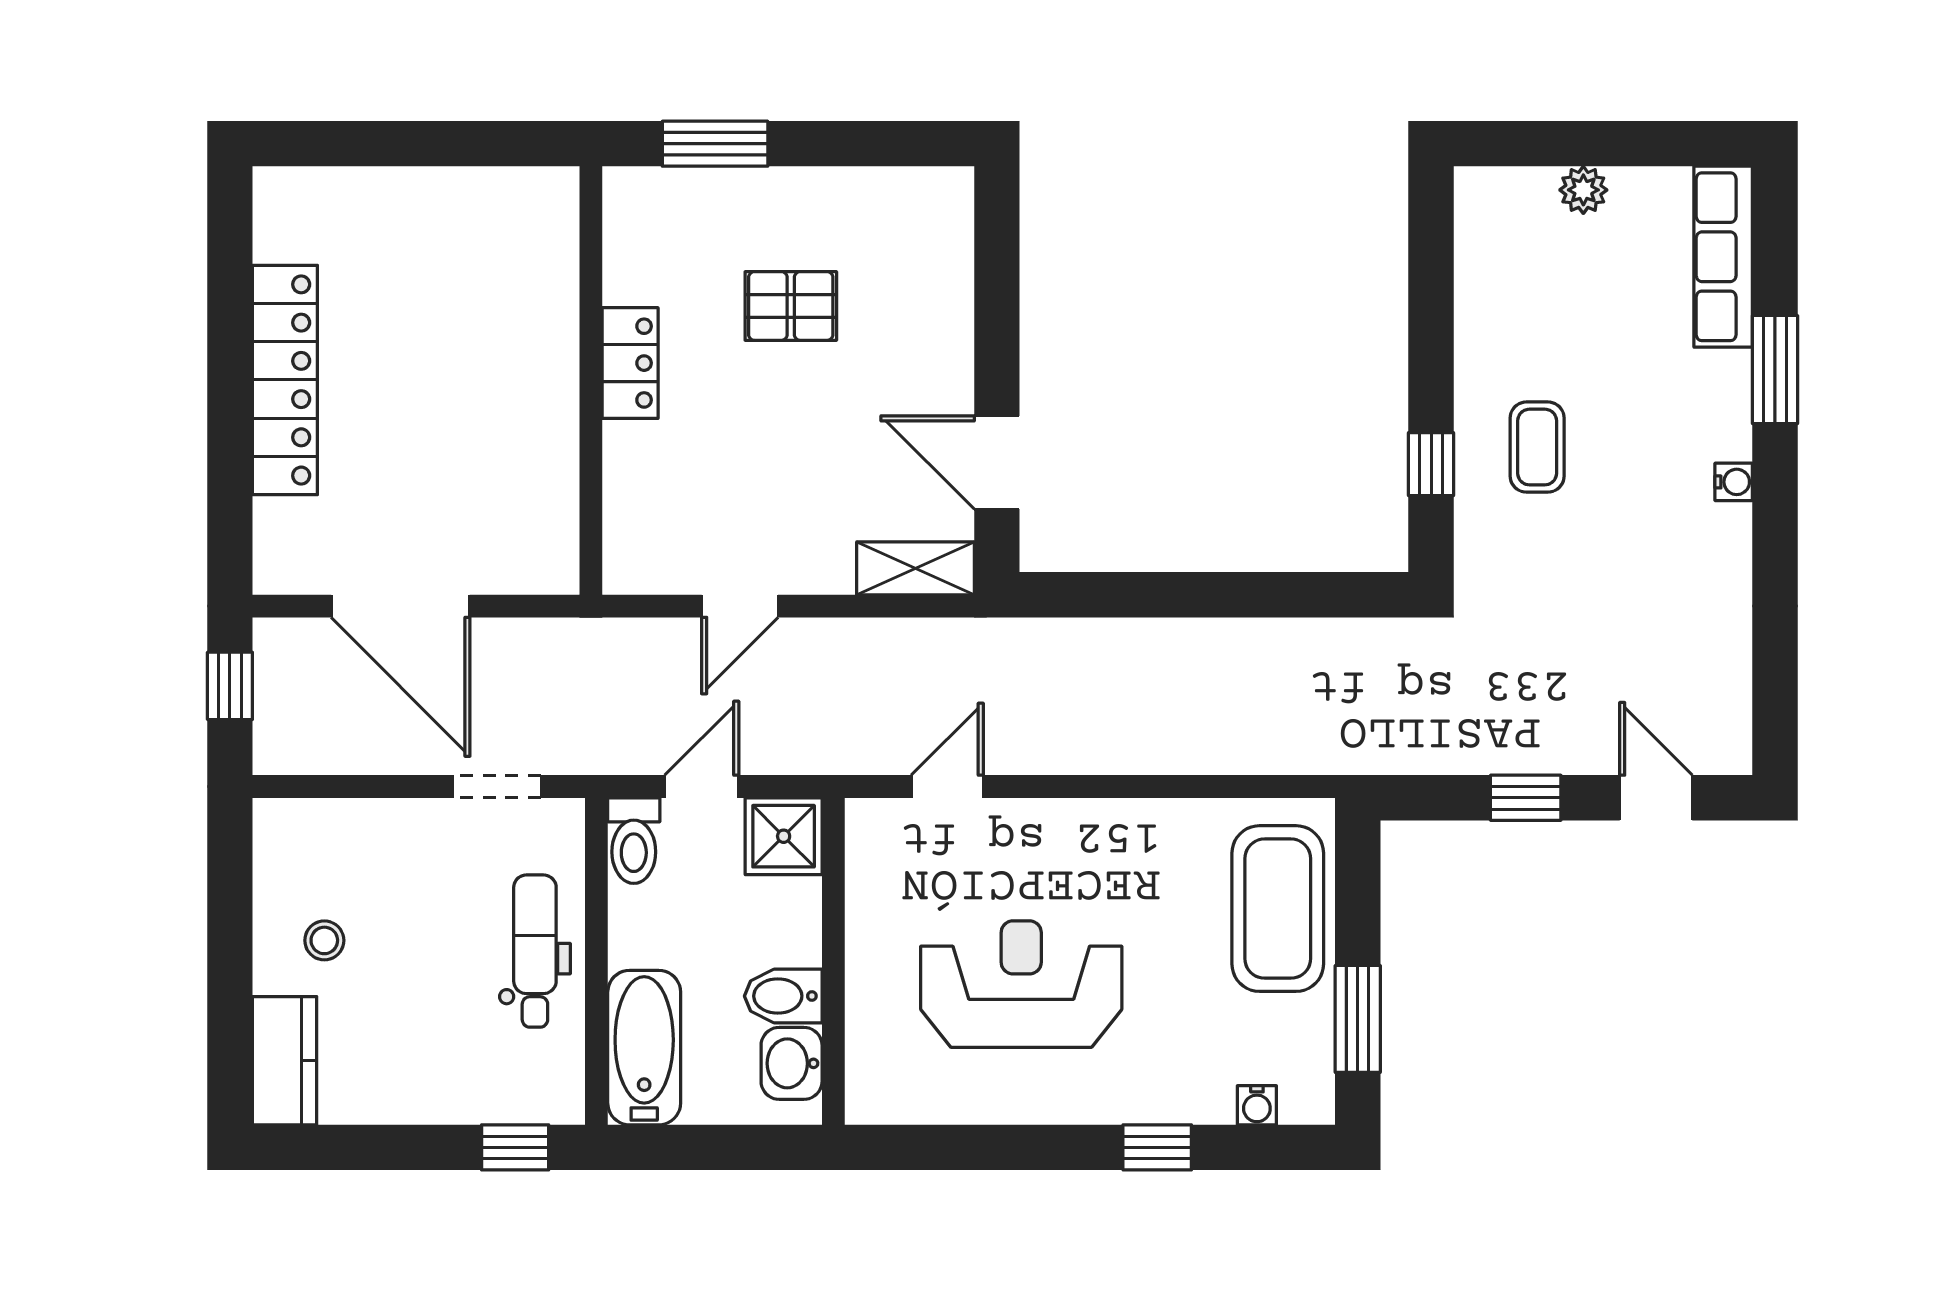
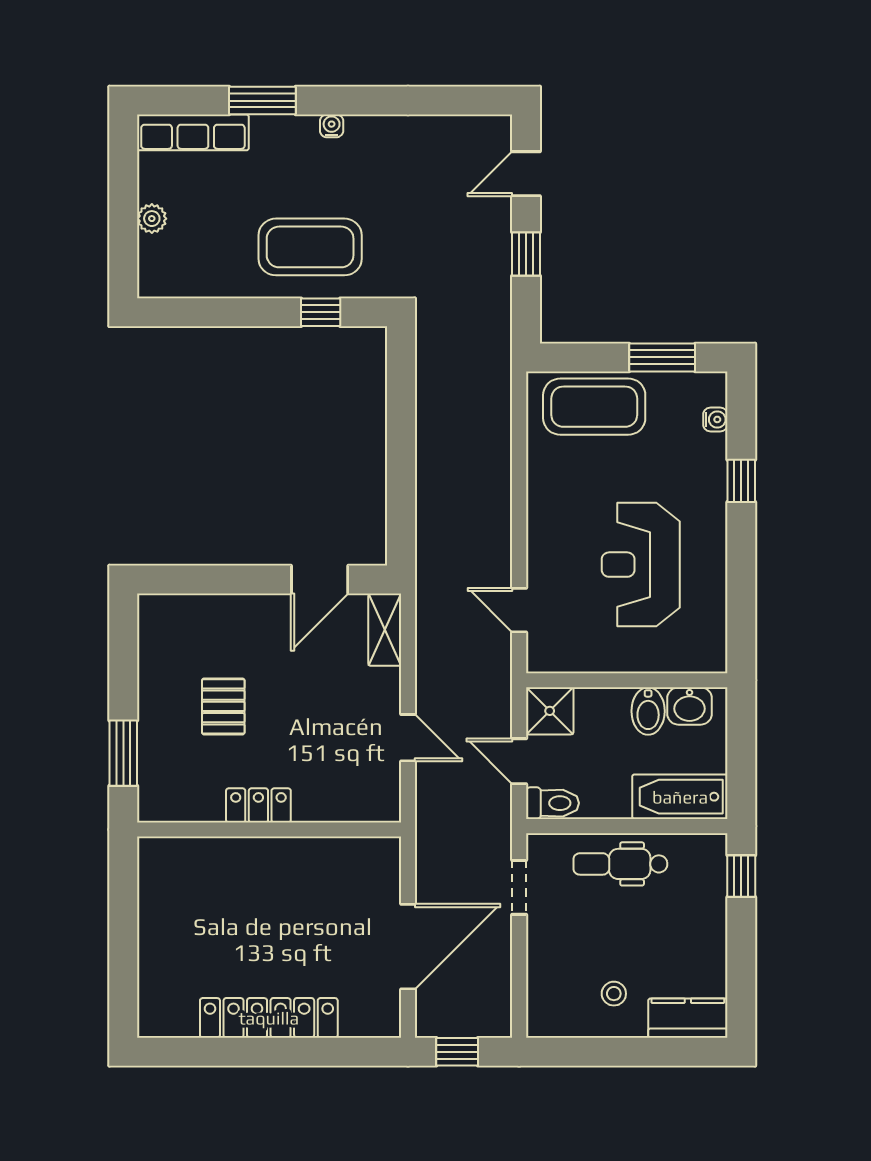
coffee table: (1537, 447) -> (310, 247), width x1.86, depth x1.72

